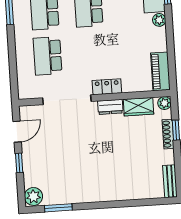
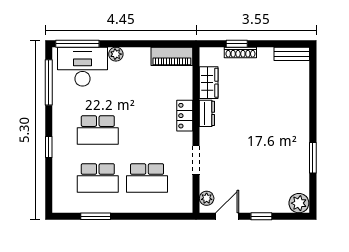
doorway: (67, 100) -> (196, 160), width x0.53
plant: (164, 103) -> (207, 198), moved
door: (17, 132) -> (227, 216), hinge flipped
window: (58, 208) -> (313, 158), moved

